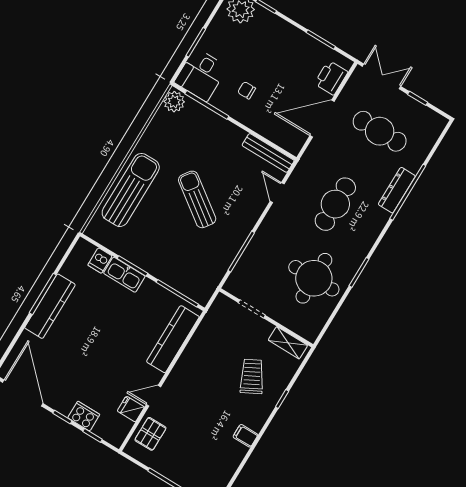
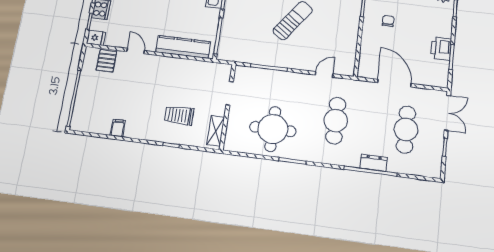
printer: (331, 78) -> (441, 49), moved, turned -90
bench: (268, 153) -> (350, 56), removed
dresser: (397, 190) -> (374, 163), width x0.70
cafe table: (335, 204) -> (336, 121), turned 90
trolley: (252, 376) -> (179, 115), turned -152
fridge: (131, 409) -> (96, 38), moved, turned 90
pallet: (150, 434) -> (106, 61), turned 90
filing cabinet: (245, 436) -> (118, 128), moved

